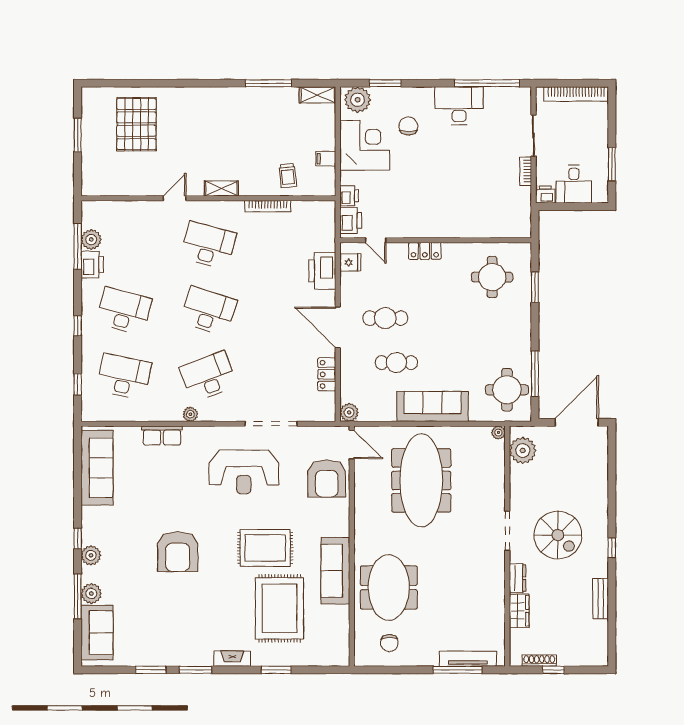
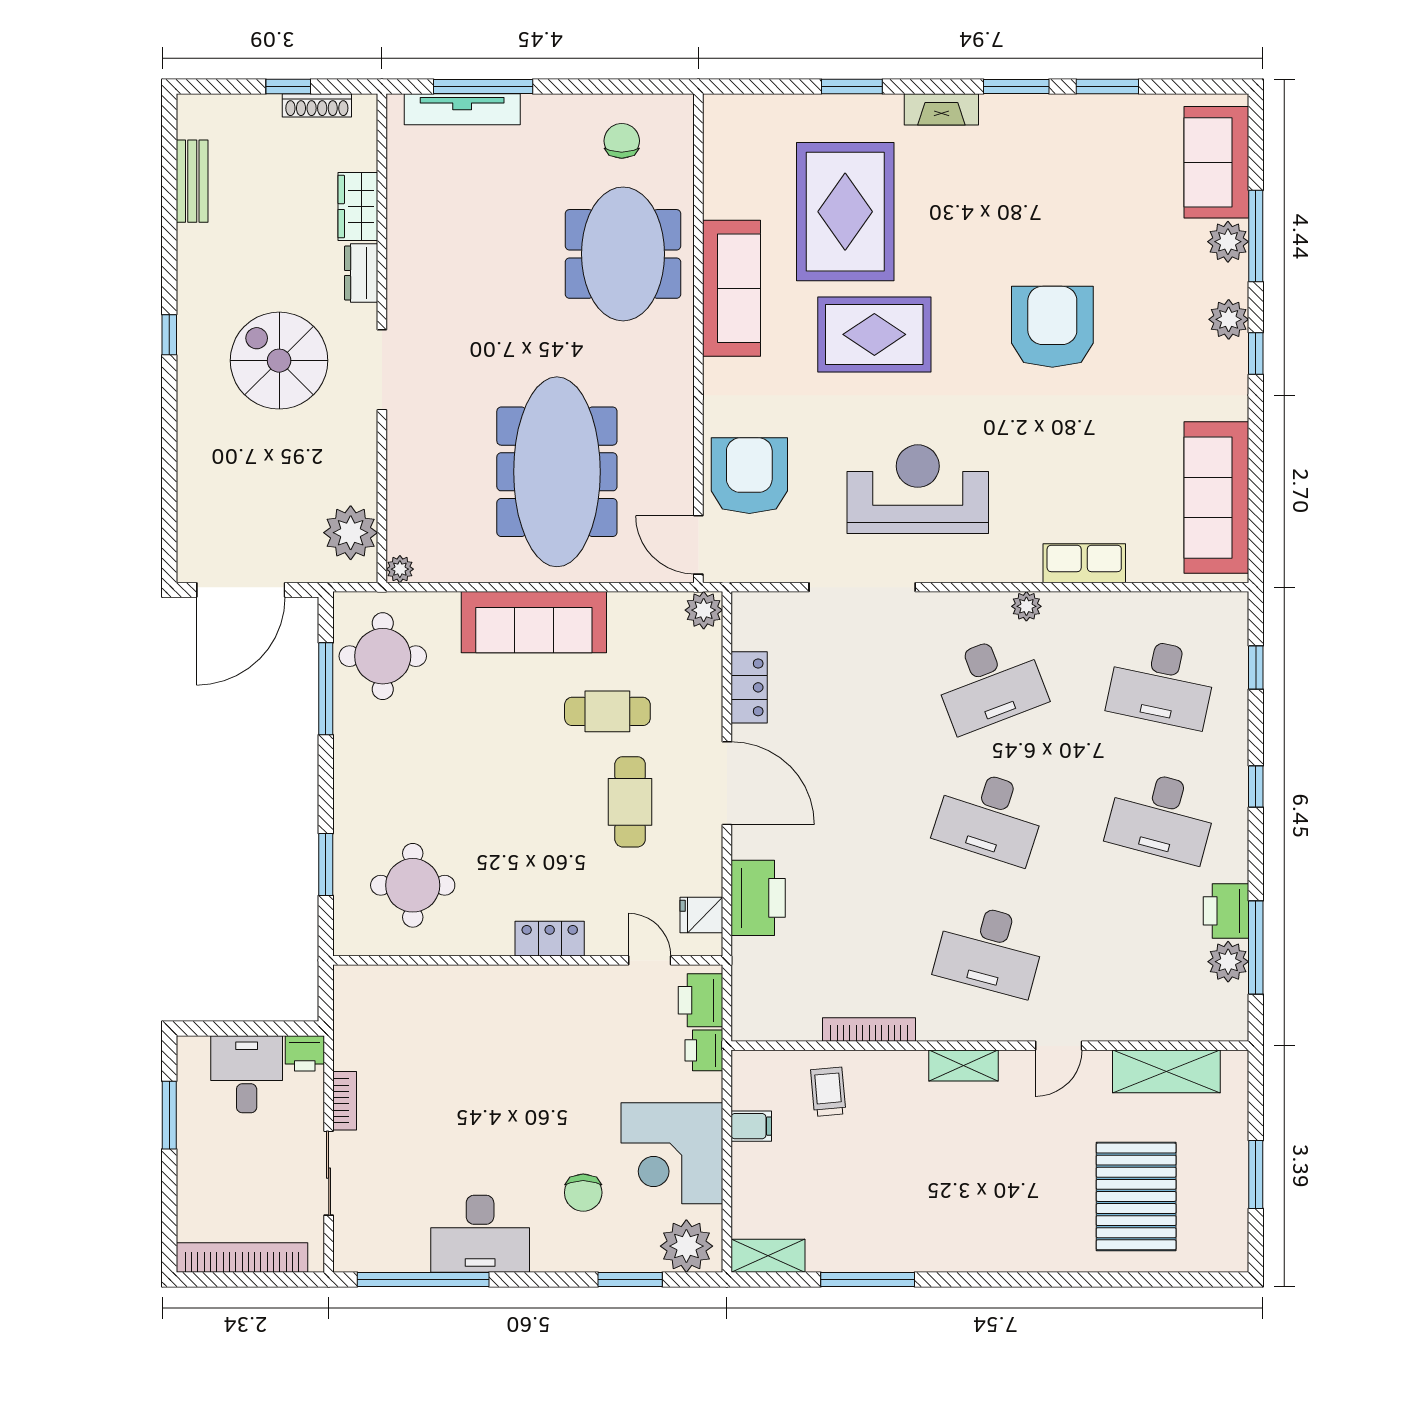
shelving: (122, 186) -> (1166, 1071), added
cafe table: (385, 318) -> (630, 802), turned 90
bench: (601, 599) -> (192, 181), moved

